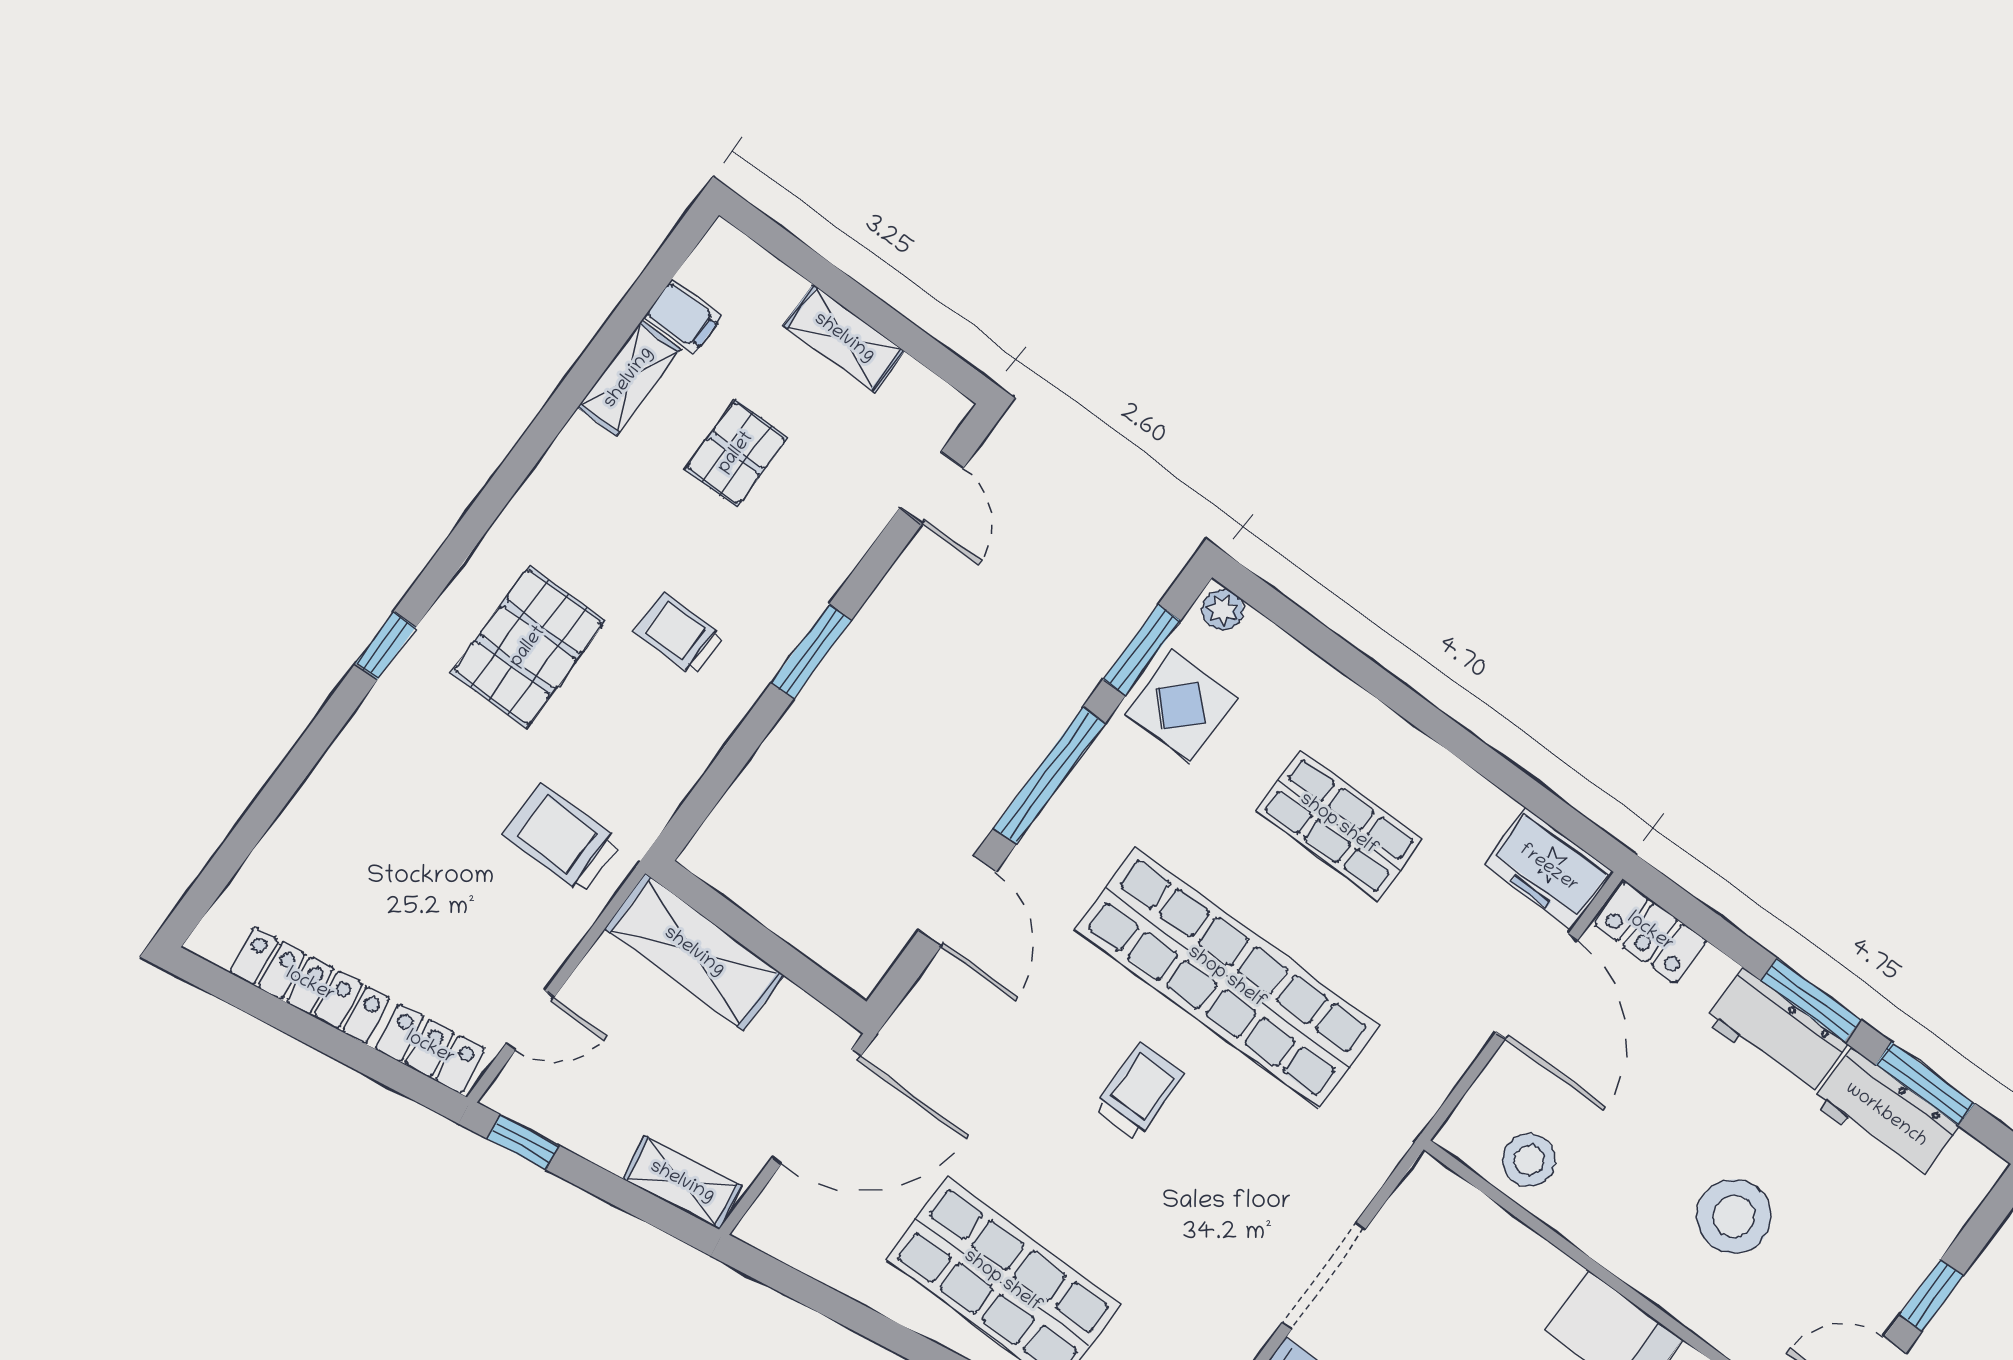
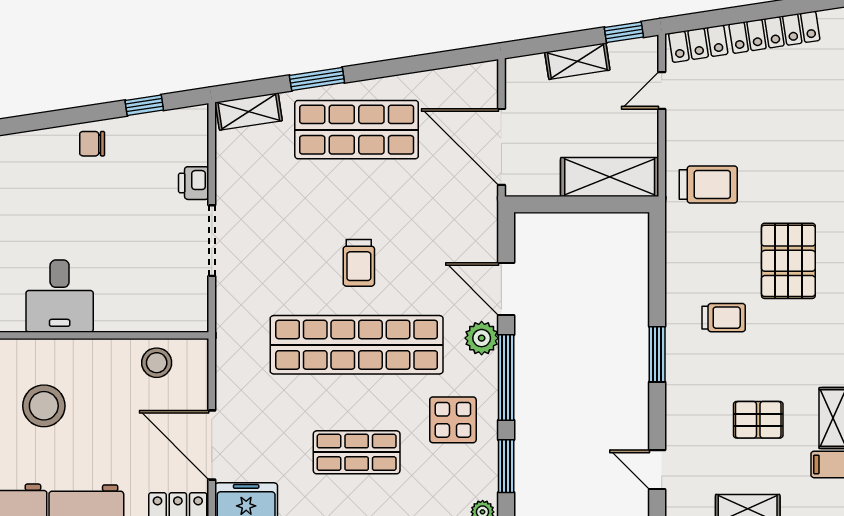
pallet: (736, 453) -> (758, 420), turned 90
display table: (1181, 706) -> (453, 420), moved
plant: (1043, 857) -> (482, 338), added
door: (816, 1107) -> (501, 147), hinge flipped
shelving: (682, 1182) -> (577, 61), moved

